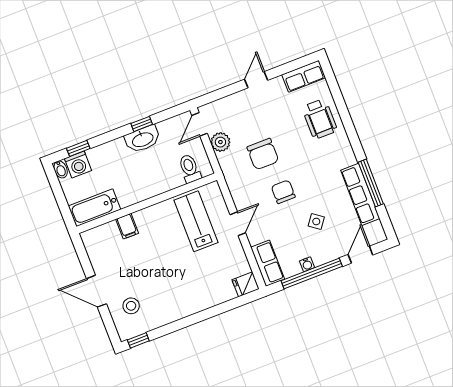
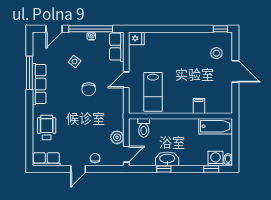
chair: (263, 154) -> (95, 158), moved, width x0.54, depth x0.54
row of seats: (360, 194) -> (39, 84), moved

